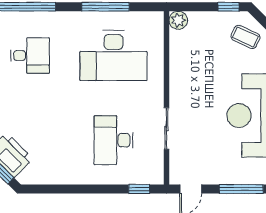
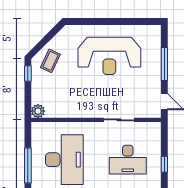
window: (139, 189) -> (164, 164), moved

